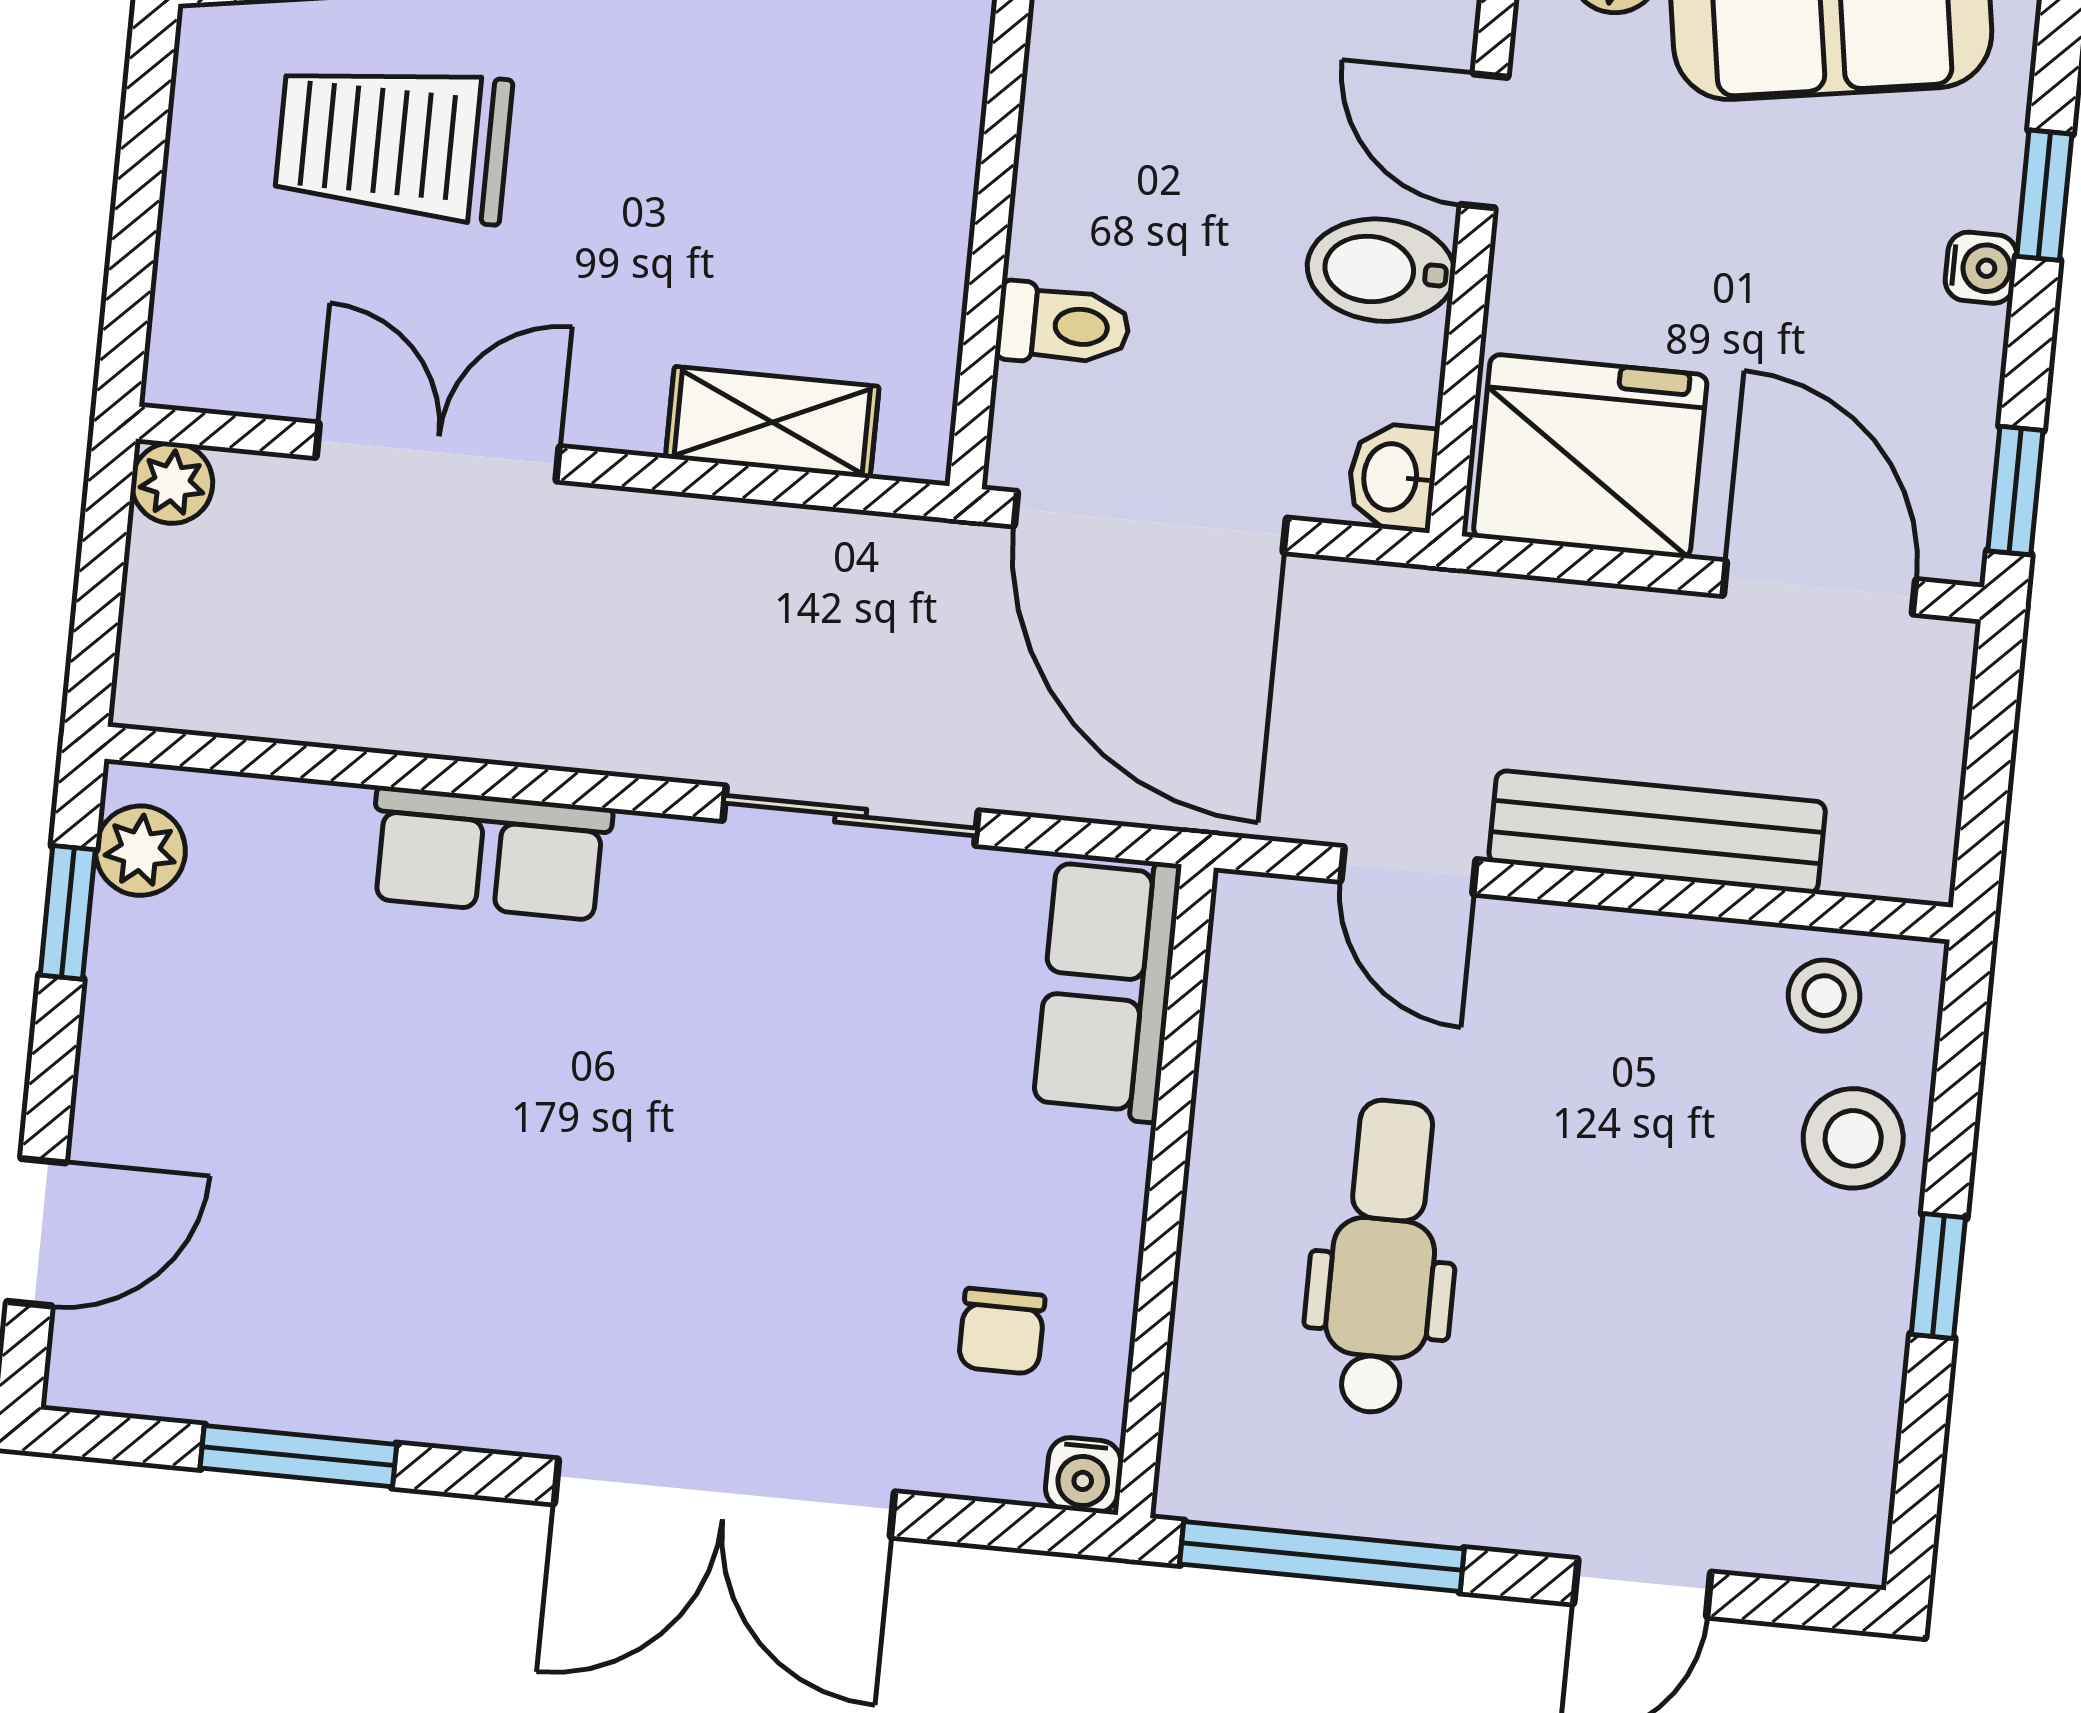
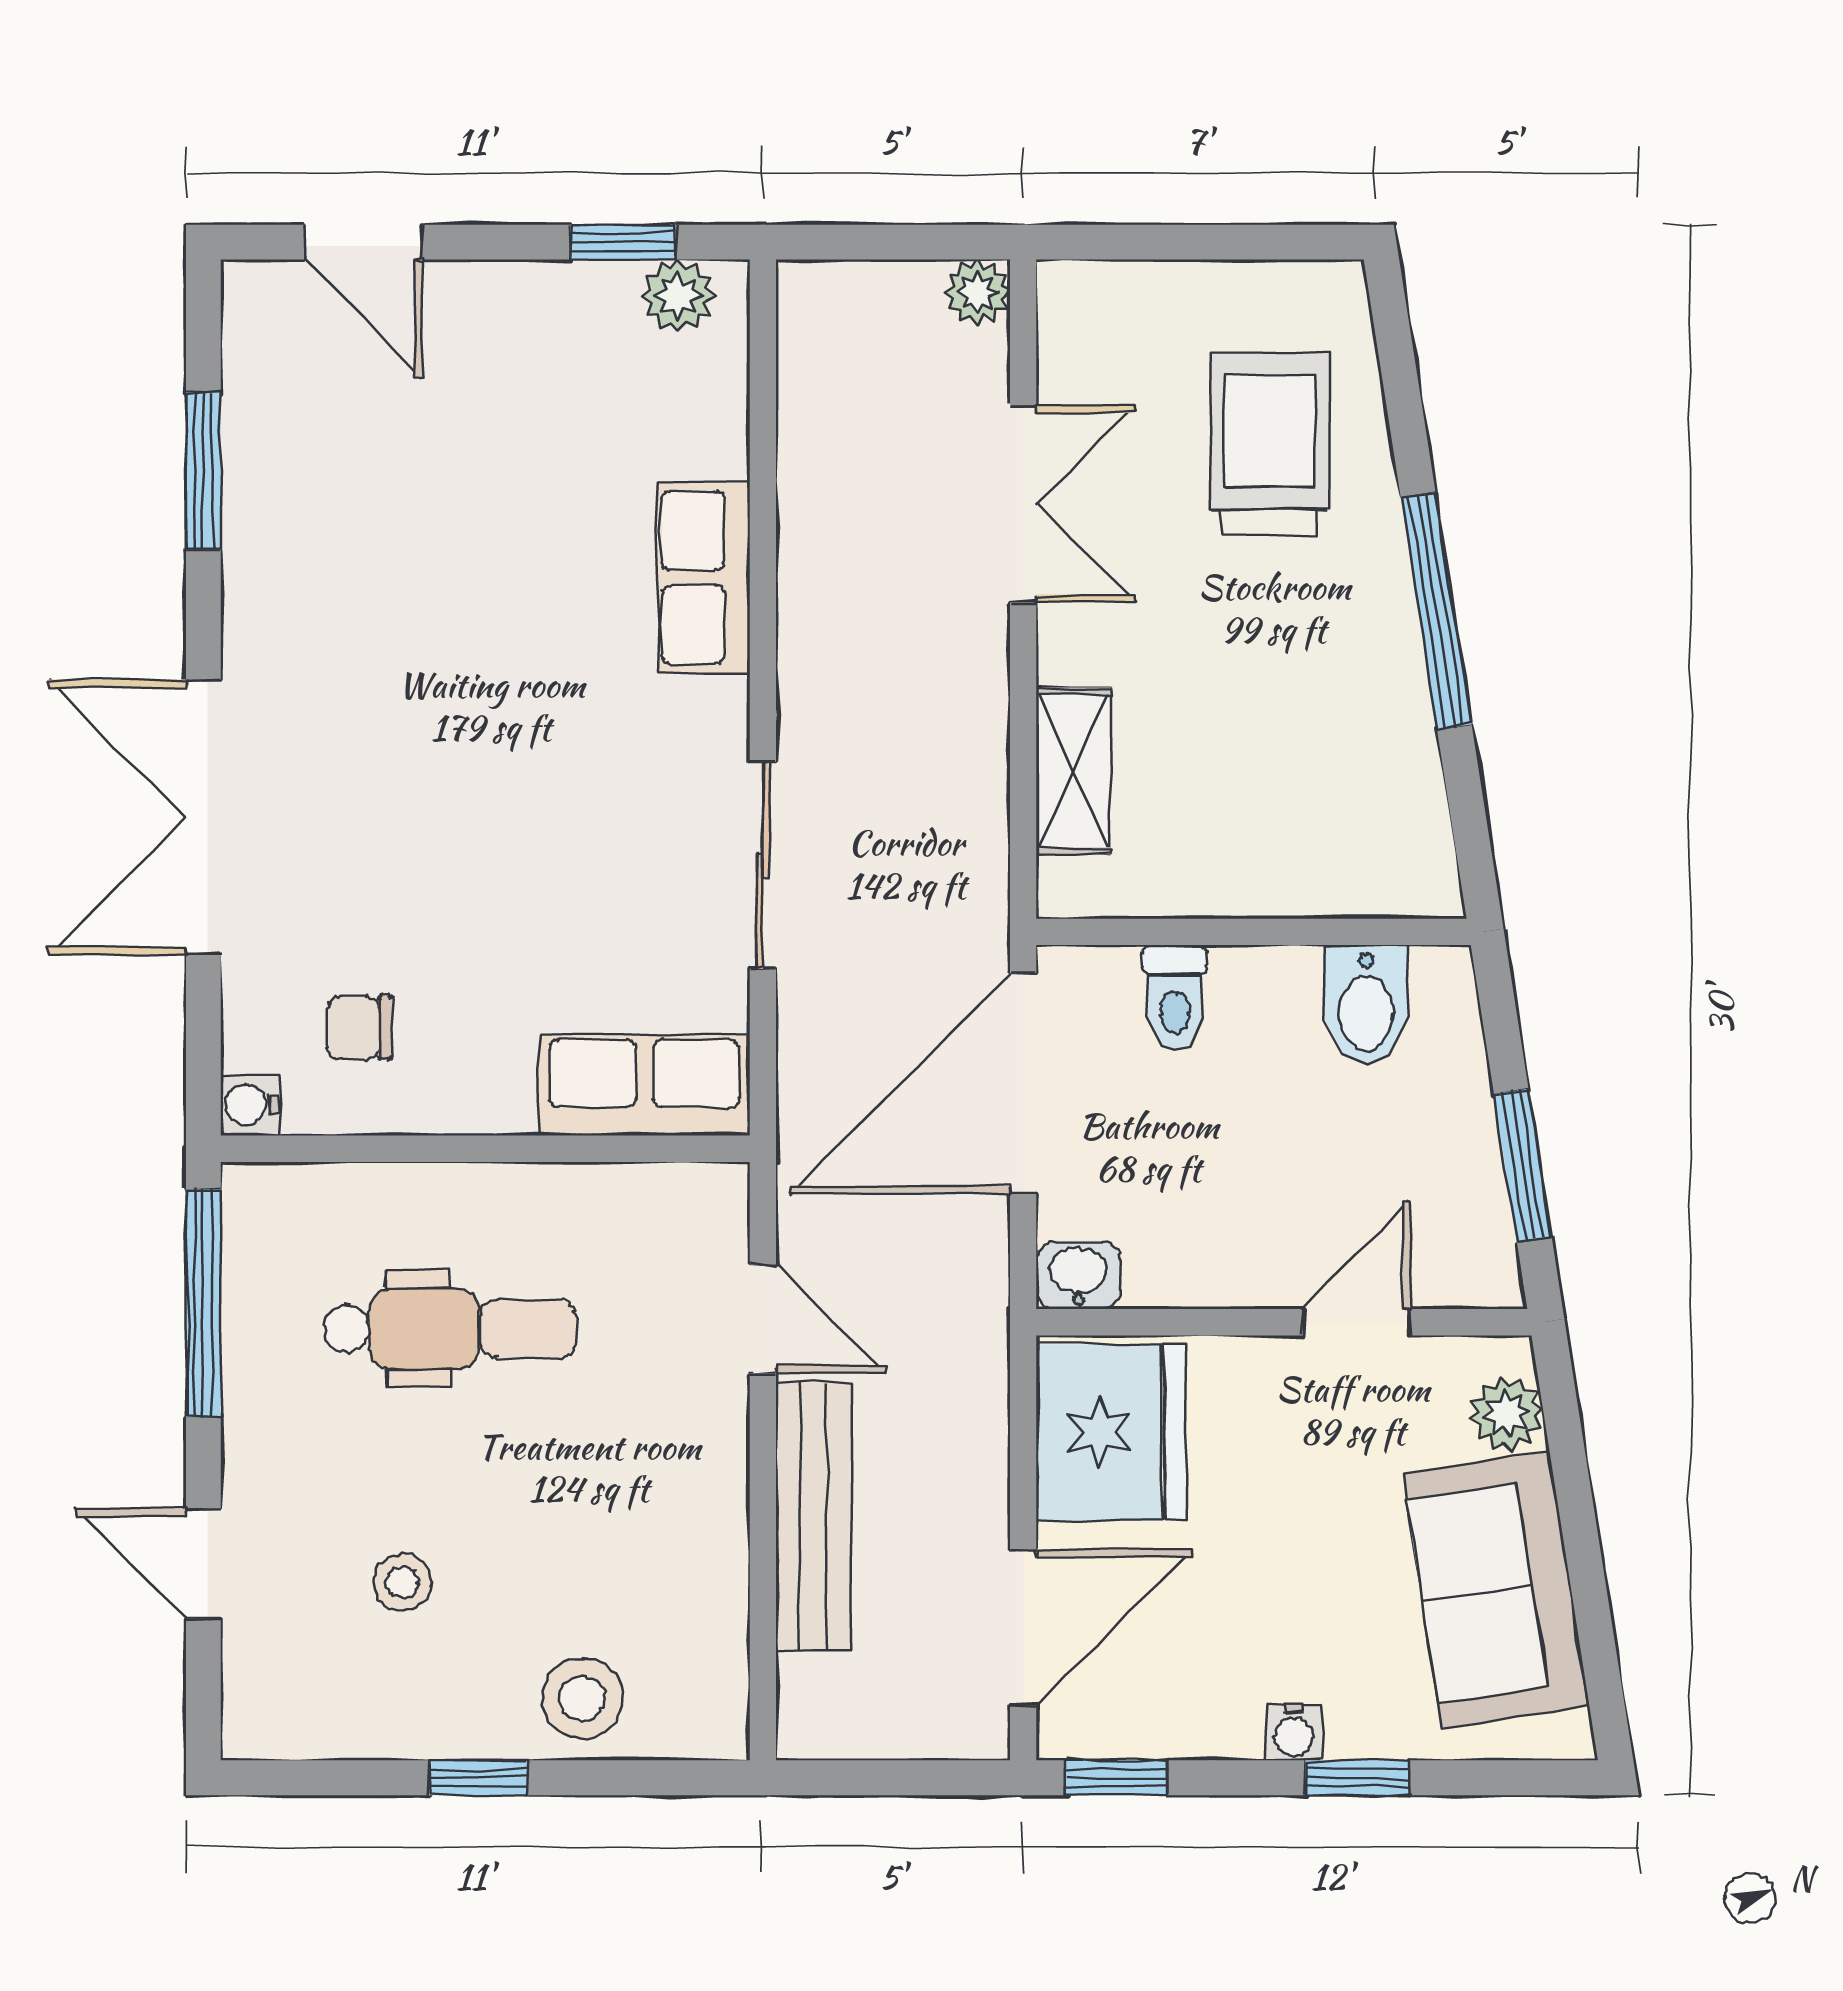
bidet: (1381, 270) -> (1366, 1005), moved, turned 180
door: (1408, 870) -> (763, 1319), swing flipped
stool: (1824, 996) -> (403, 1582), moved

